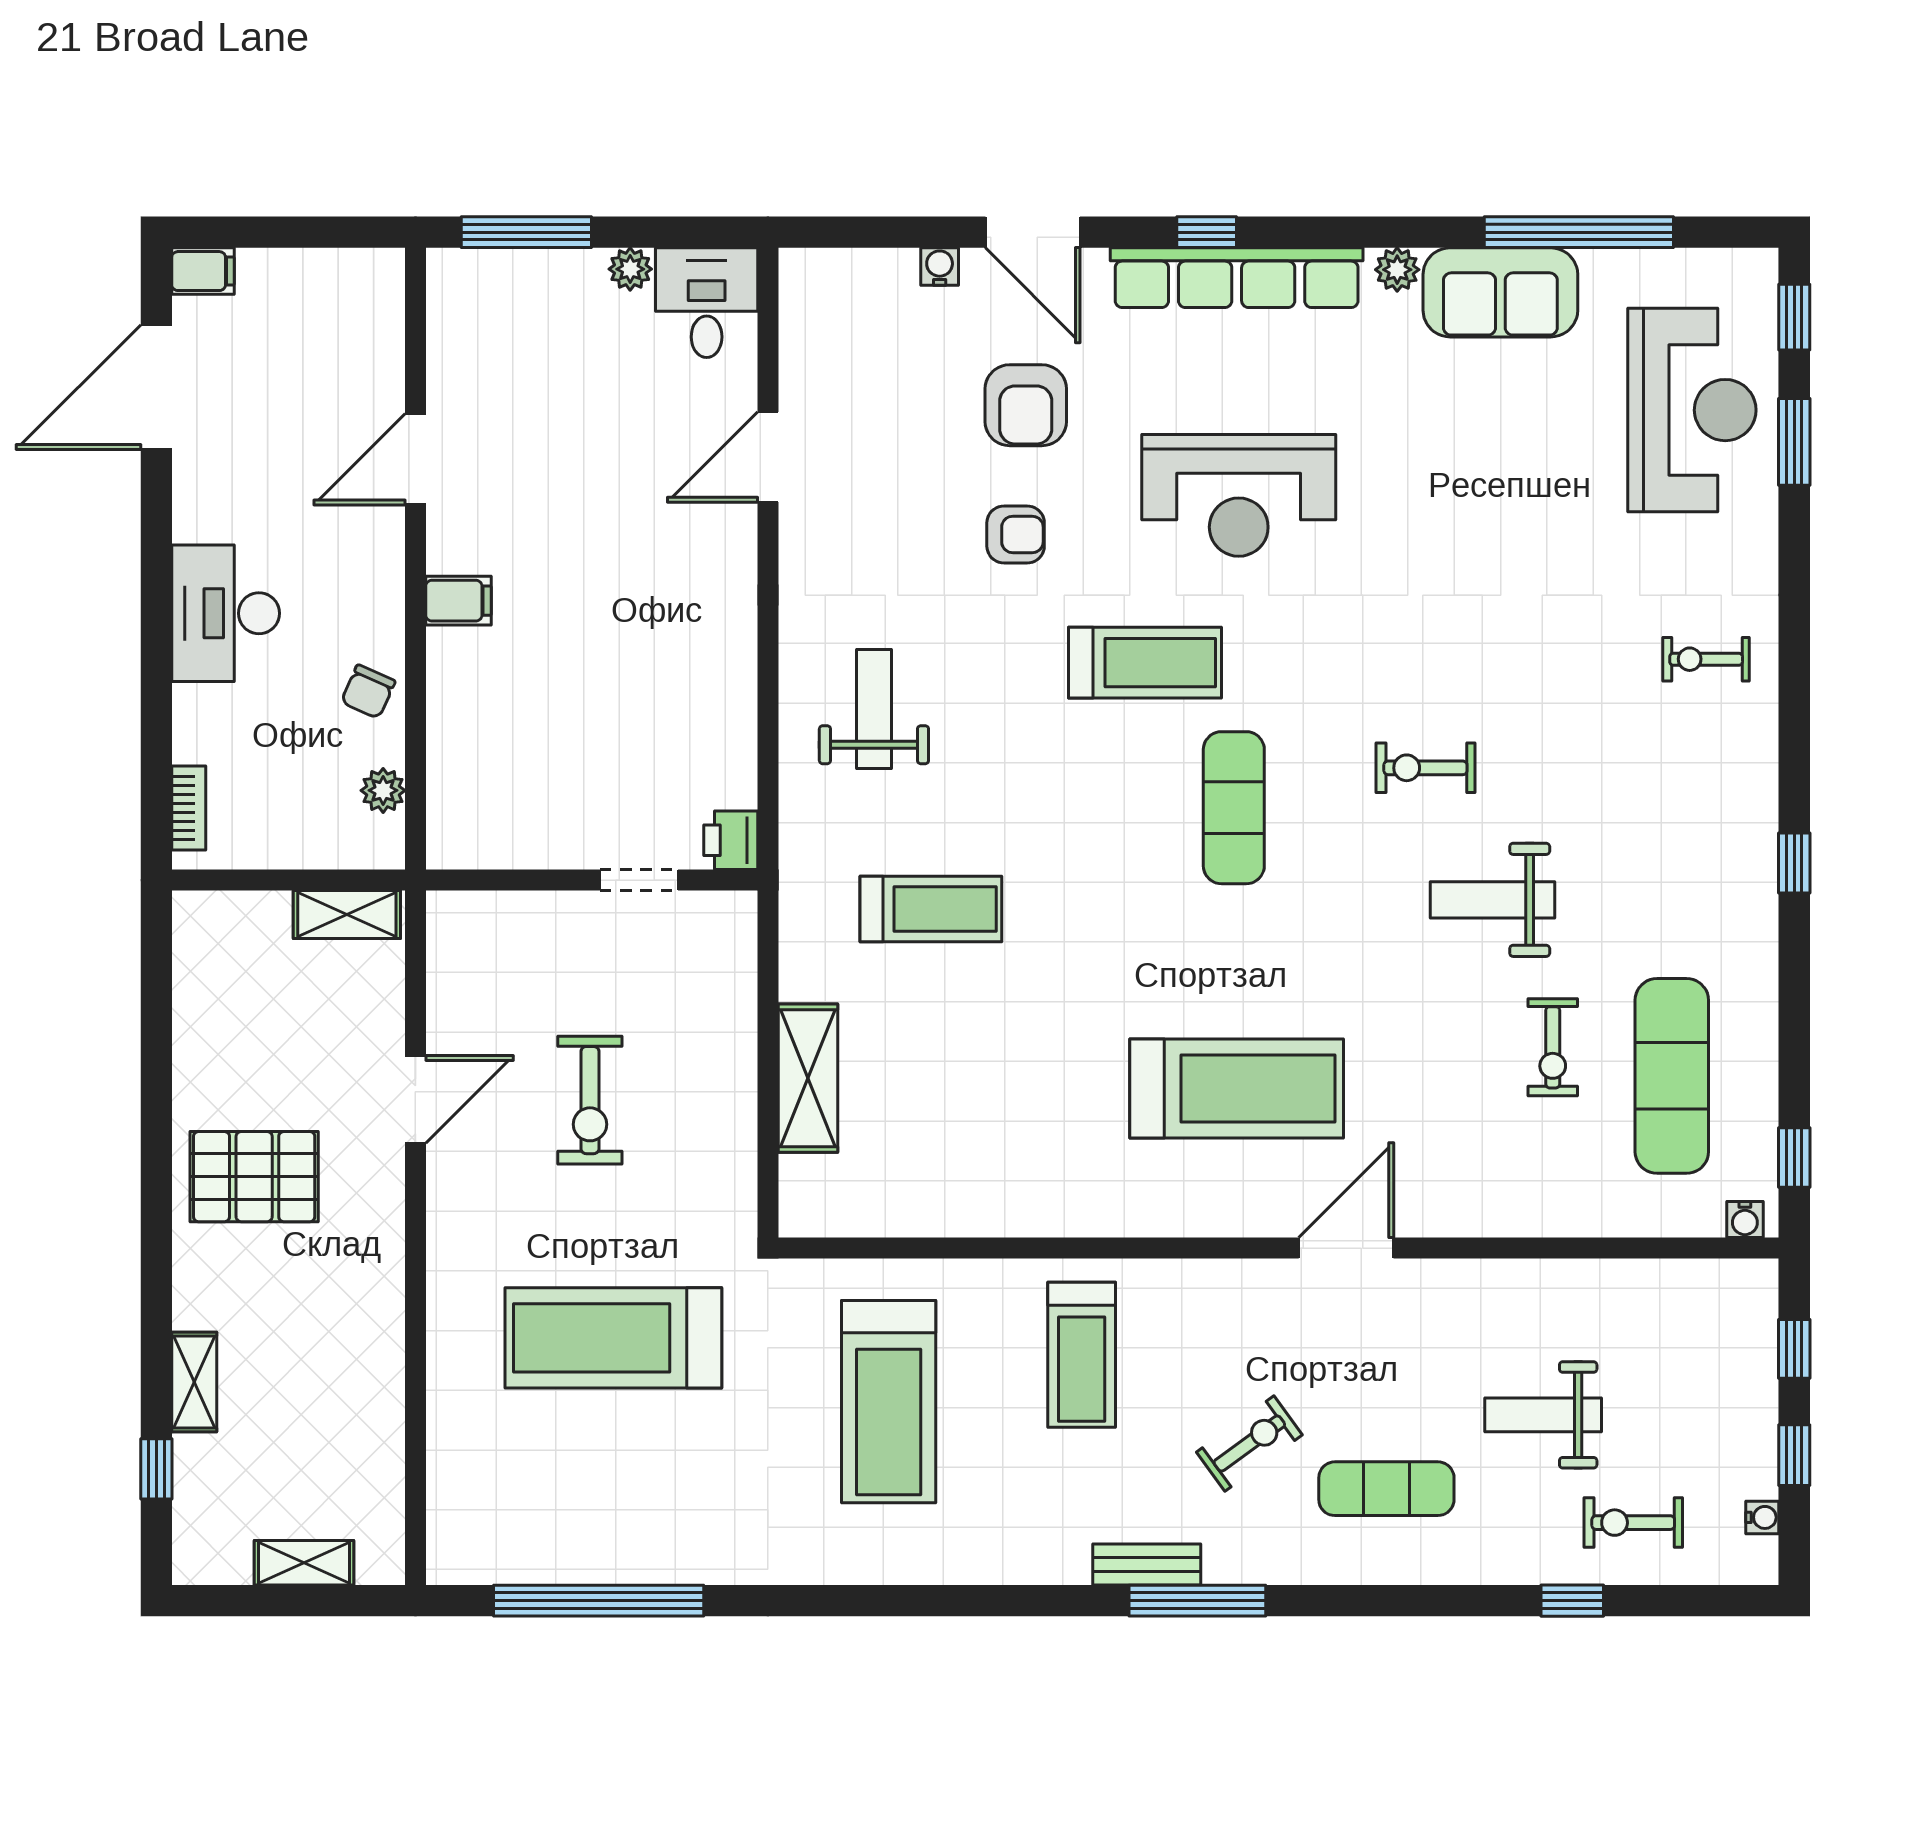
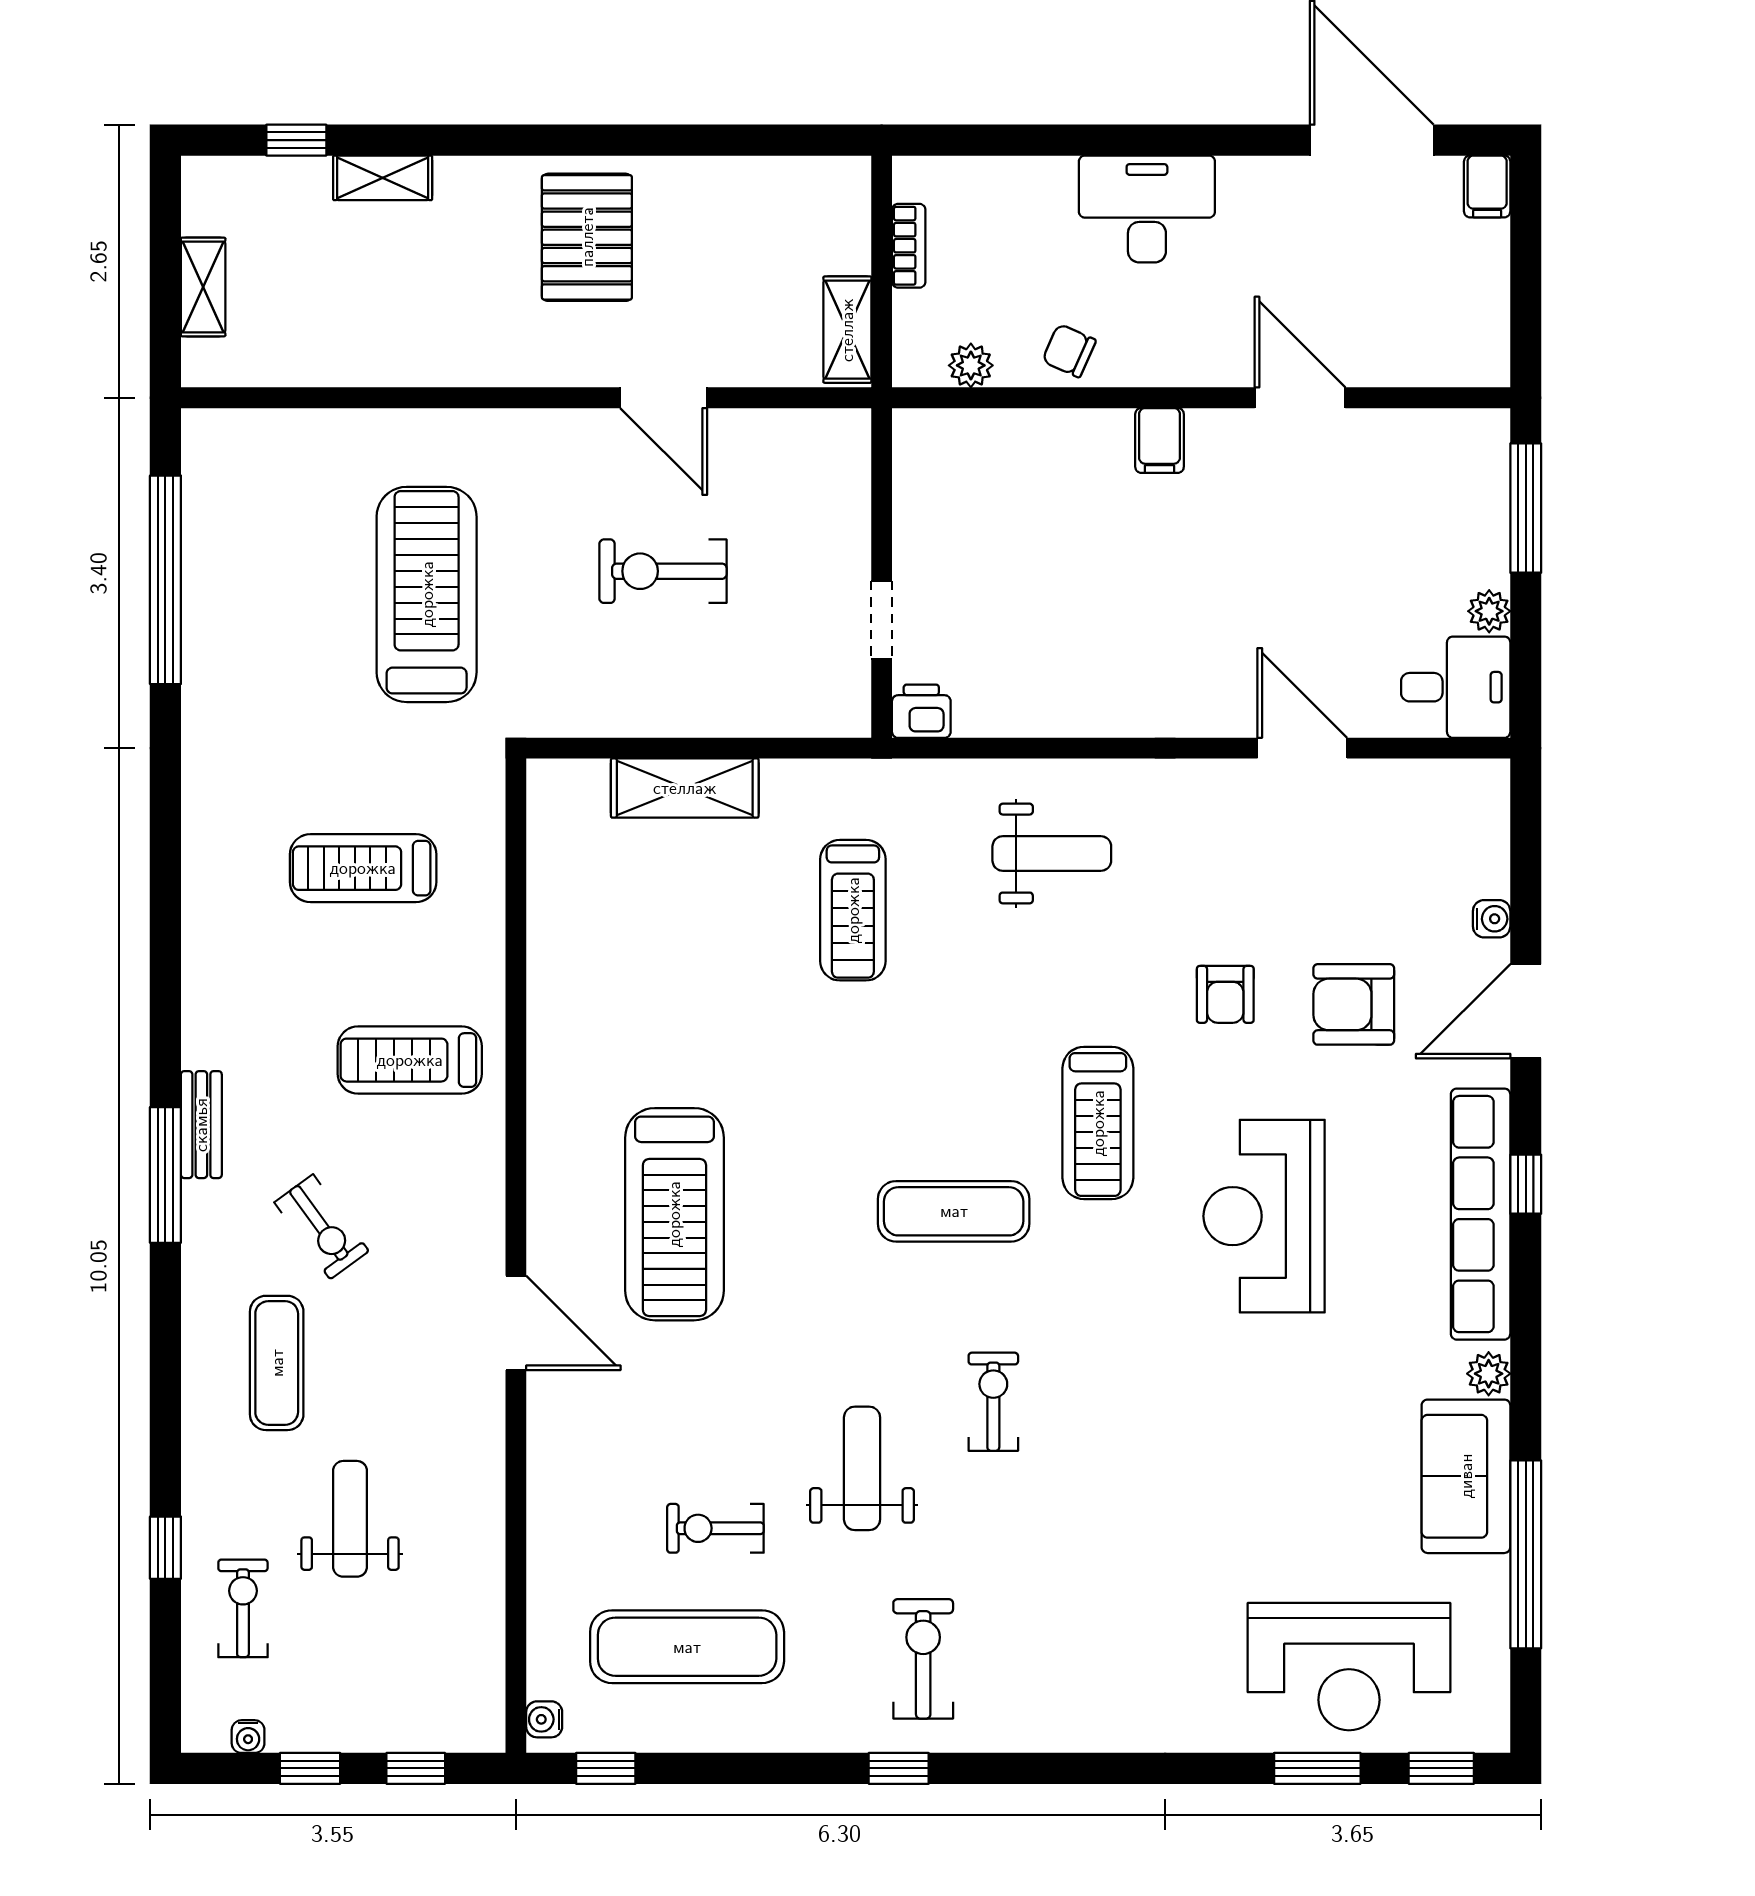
exercise bike: (1706, 659) -> (923, 1659), moved, width x1.38, depth x1.39
bookcase: (189, 808) -> (909, 246), moved, turned -90
treadmill: (889, 1402) -> (363, 868), width x0.73, depth x0.73

